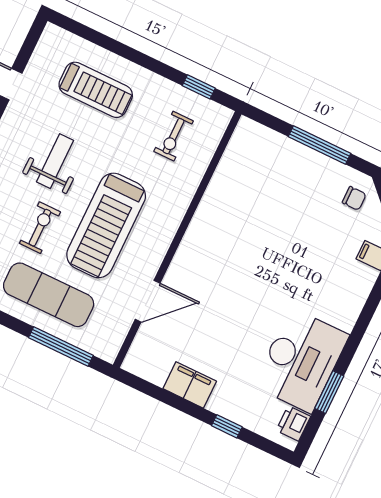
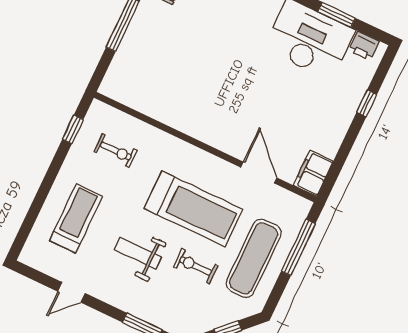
filing cabinet: (190, 385) -> (313, 173), moved

